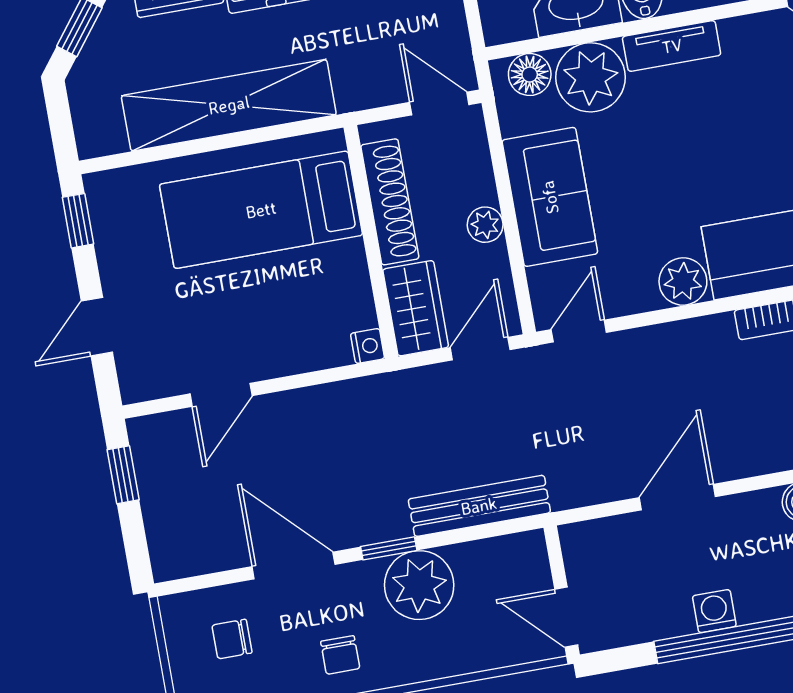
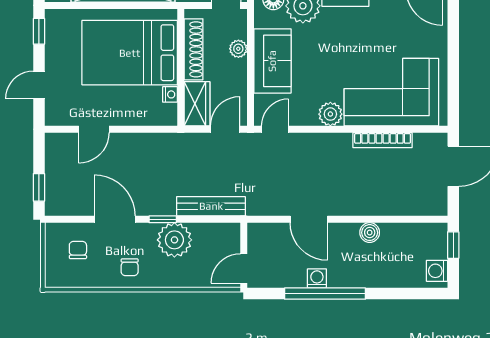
bed: (261, 210) -> (130, 53), width x1.50
plant: (485, 225) -> (238, 49), moved
nightstand: (368, 346) -> (170, 94), moved
window: (123, 475) -> (39, 187), moved
door: (677, 497) -> (309, 219), swing flipped
door: (566, 617) -> (244, 268), hinge flipped
chair: (232, 639) -> (78, 250), turned 90

